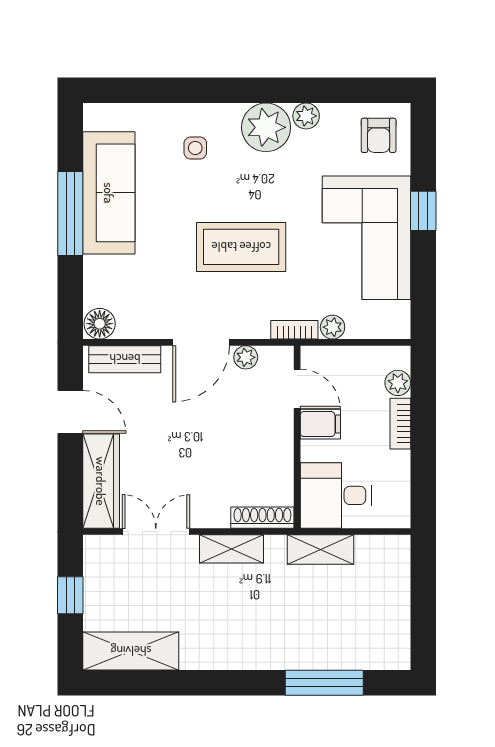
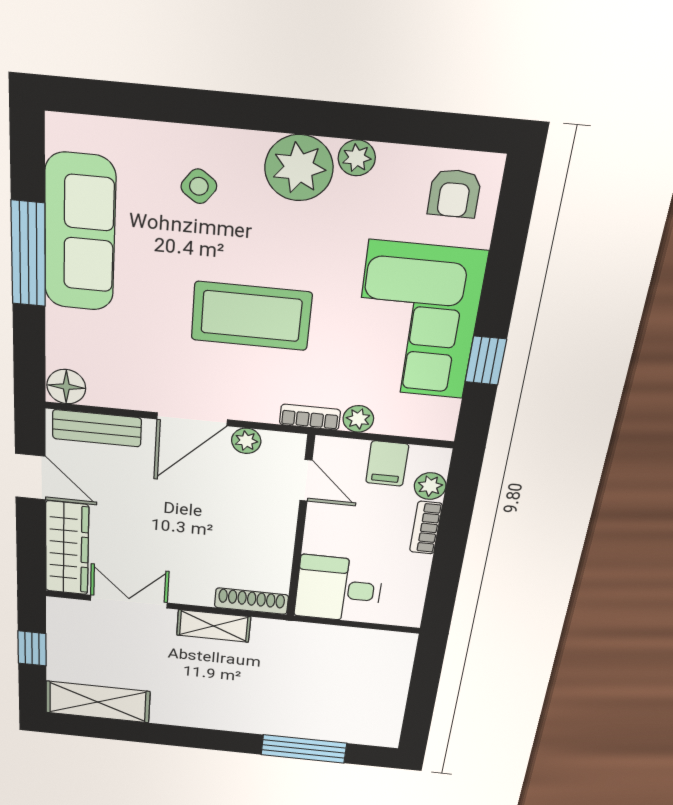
side table: (195, 148) -> (199, 186), turned 36
window: (423, 211) -> (486, 361), moved
filing cabinet: (320, 424) -> (387, 463), moved, turned 90
shelving: (321, 549) -> (314, 637), removed

